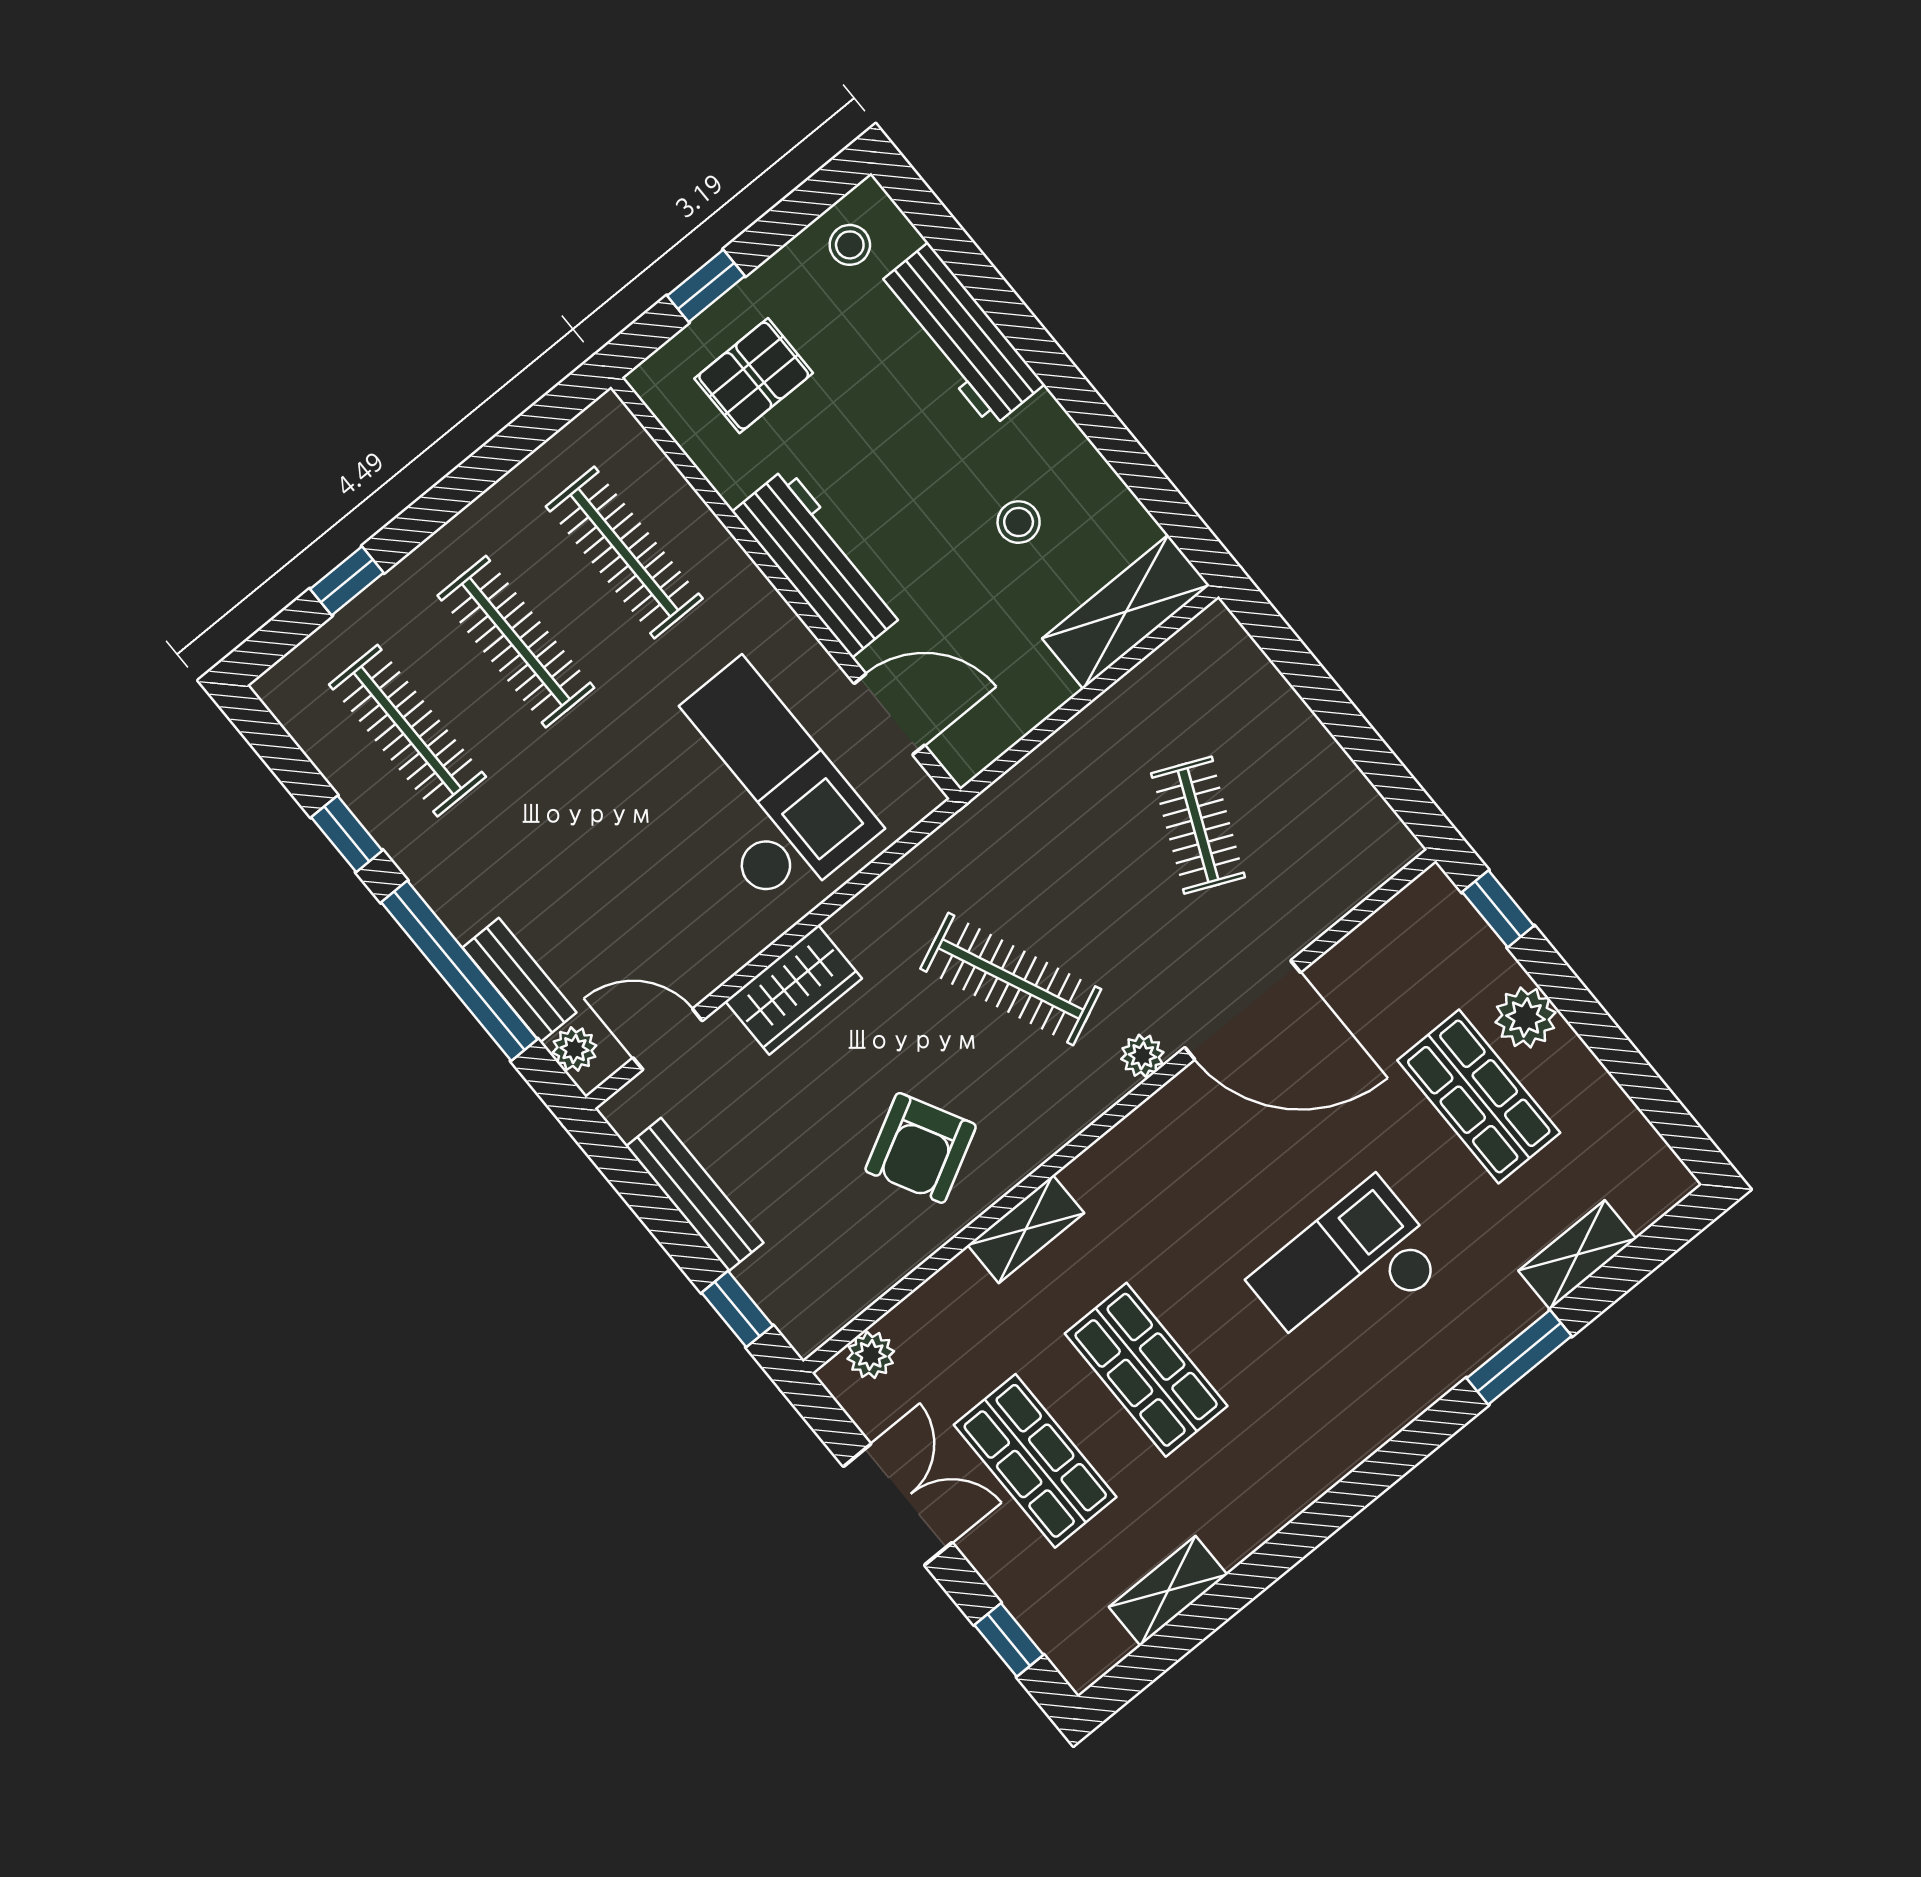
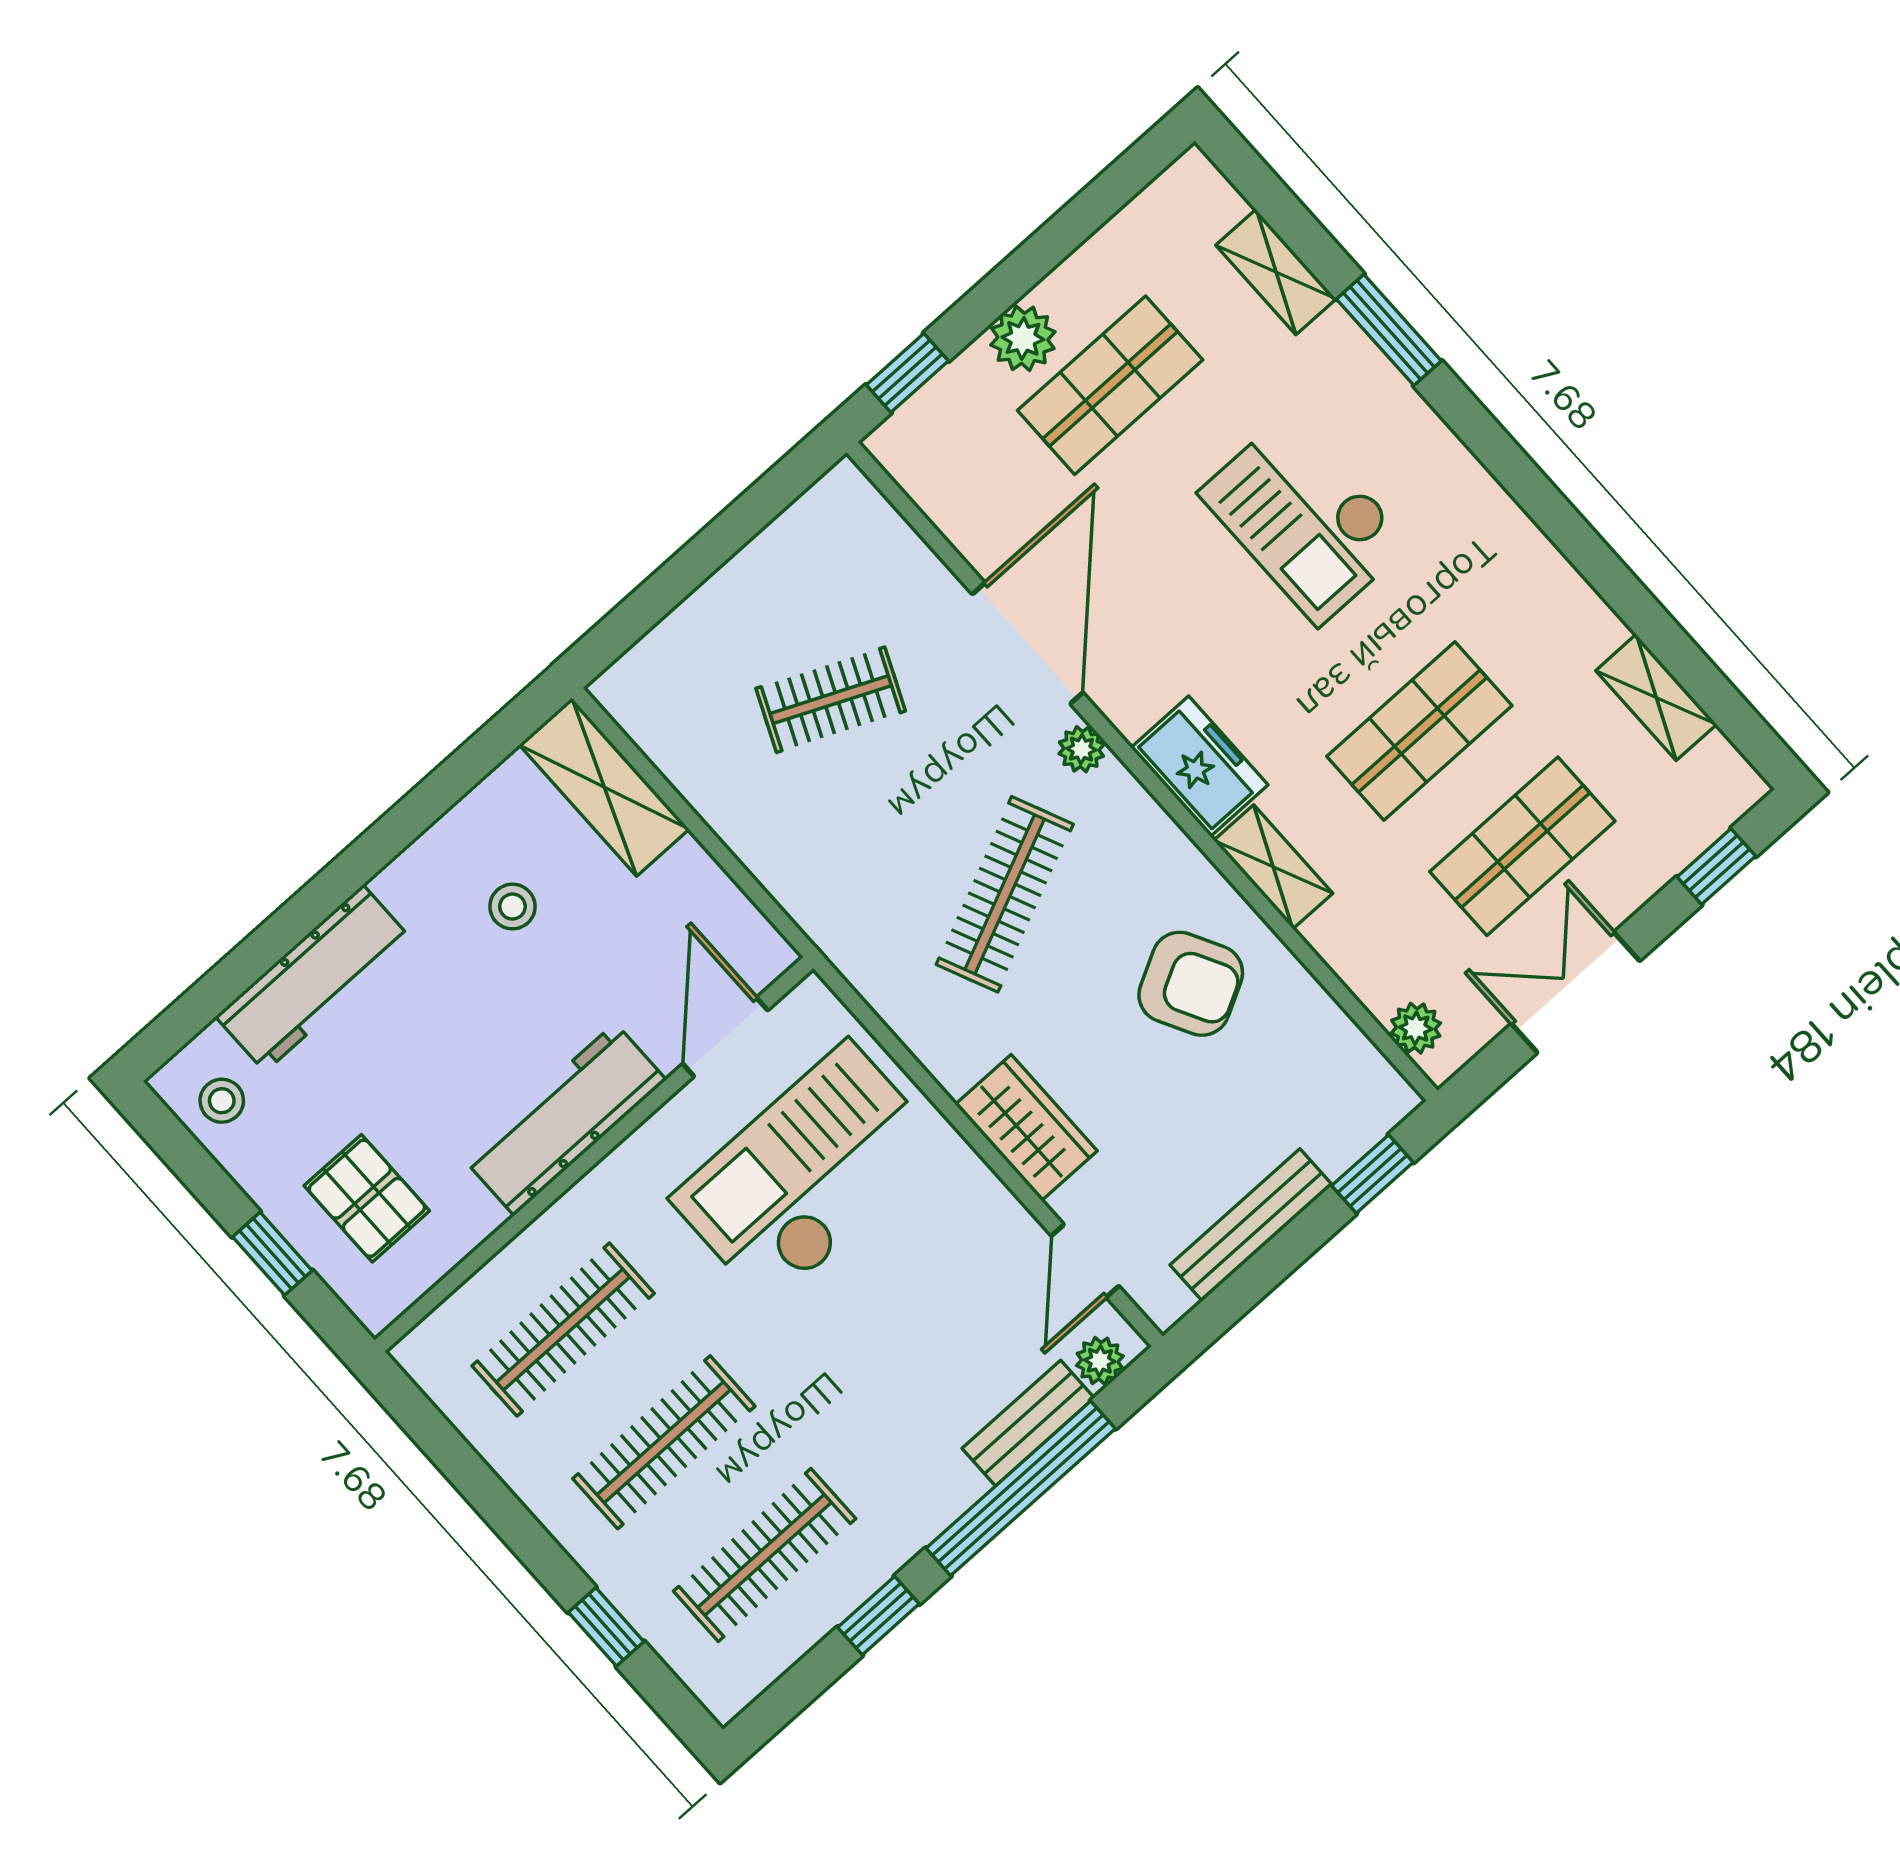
freezer: (1122, 1165) -> (1199, 766), added

